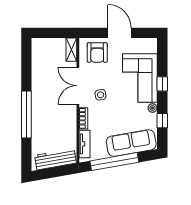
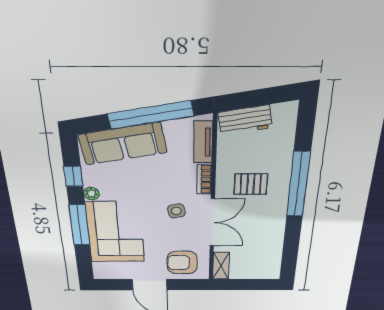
armchair: (97, 52) -> (182, 263), turned -90
window: (162, 84) -> (79, 225), width x2.17
pallet: (55, 115) -> (251, 184), added
workbench: (55, 159) -> (245, 120), width x0.73

